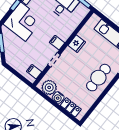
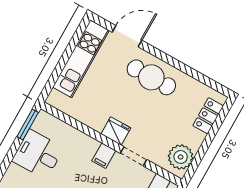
fridge: (77, 44) -> (116, 131), moved
water cooler: (58, 98) -> (195, 139), removed

